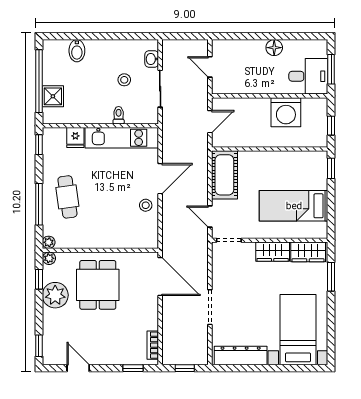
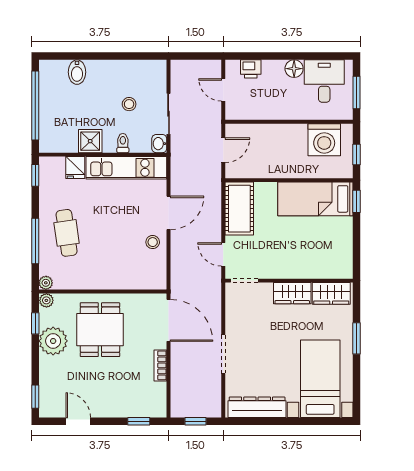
printer: (235, 48) -> (251, 69), added
washbasin: (152, 59) -> (159, 144), moved
desk: (308, 76) -> (324, 81), moved, turned -90
shower: (53, 96) -> (90, 141), moved
washing machine: (286, 112) -> (324, 140), moved
bed: (294, 206) -> (315, 199), moved
window: (331, 277) -> (357, 338), moved
bookcase: (153, 345) -> (160, 365), moved

